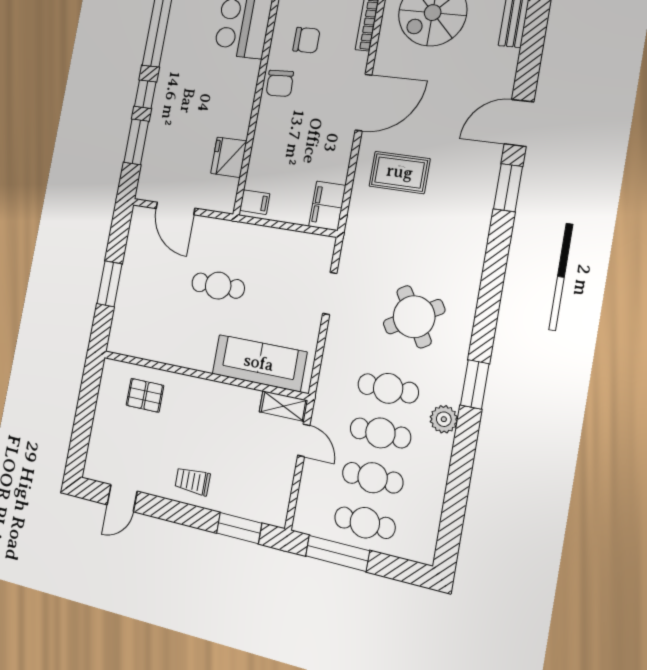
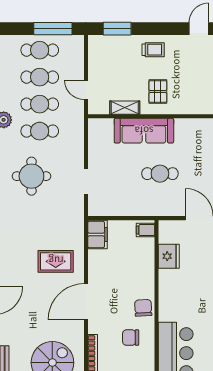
round table: (414, 317) -> (31, 176), turned 31
sofa: (259, 363) -> (144, 131), moved
pallet: (145, 395) -> (158, 91), moved, turned 90
shelving: (283, 406) -> (125, 108), moved

